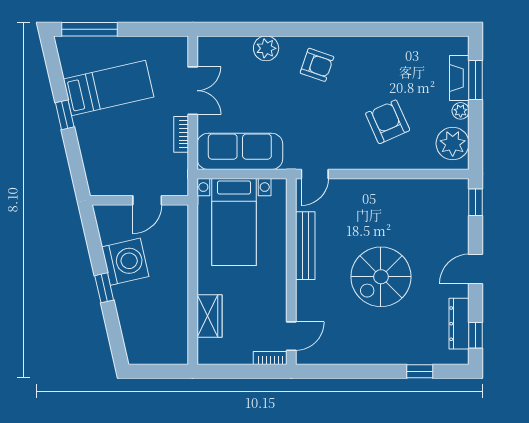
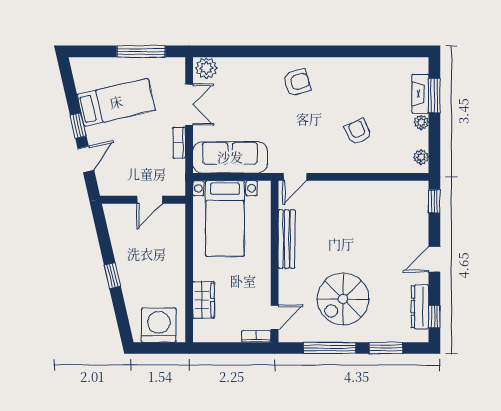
window: (90, 29) -> (141, 51), moved
plant: (266, 48) -> (206, 68), moved
armchair: (317, 65) -> (297, 82), turned -35
armchair: (388, 122) -> (358, 132), width x0.72, depth x0.72
plant: (453, 144) -> (421, 157), width x0.53, depth x0.53
door: (74, 154) -> (86, 159), added
washing machine: (125, 262) -> (159, 325), moved, turned -77
spiral stairs: (381, 277) -> (343, 299), moved
window: (355, 371) -> (330, 348), added
window: (420, 371) -> (386, 348), width x1.50

